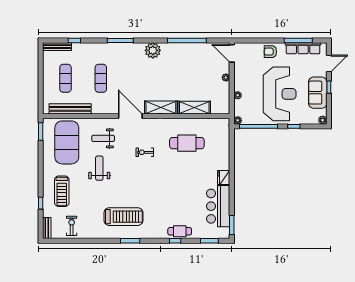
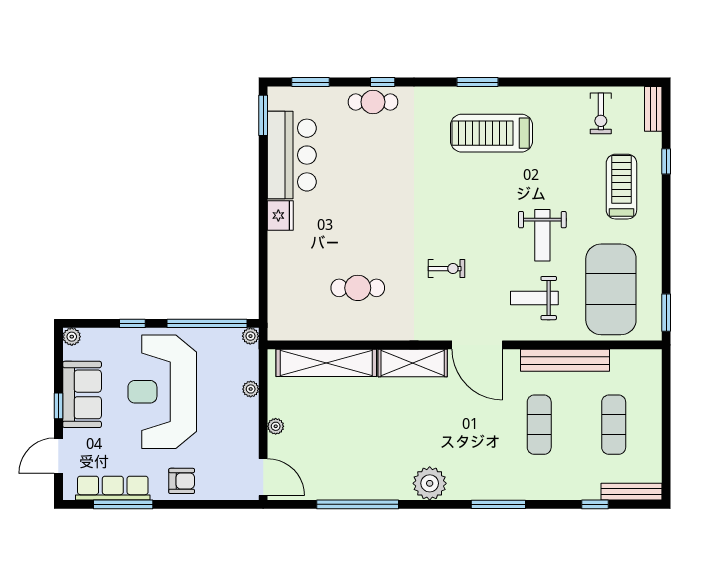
shelving: (194, 108) -> (326, 363), width x1.47
bench: (70, 109) -> (565, 360), moved
weight bench: (103, 138) -> (534, 298), turned 180
cafe table: (187, 143) -> (358, 288), width x0.73, depth x0.74

